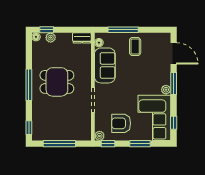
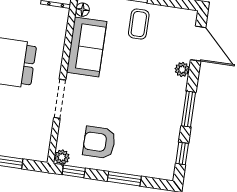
window: (174, 83) -> (189, 109), moved
plant: (166, 90) -> (182, 69), moved
corner sofa: (154, 118) -> (153, 141), removed

